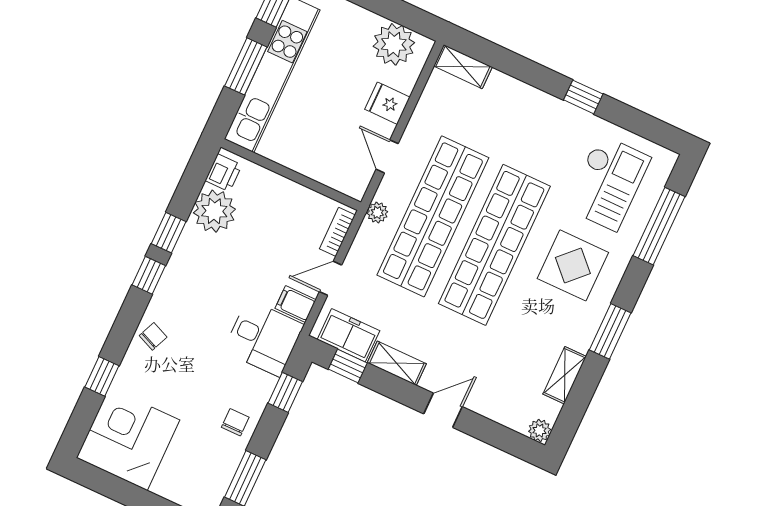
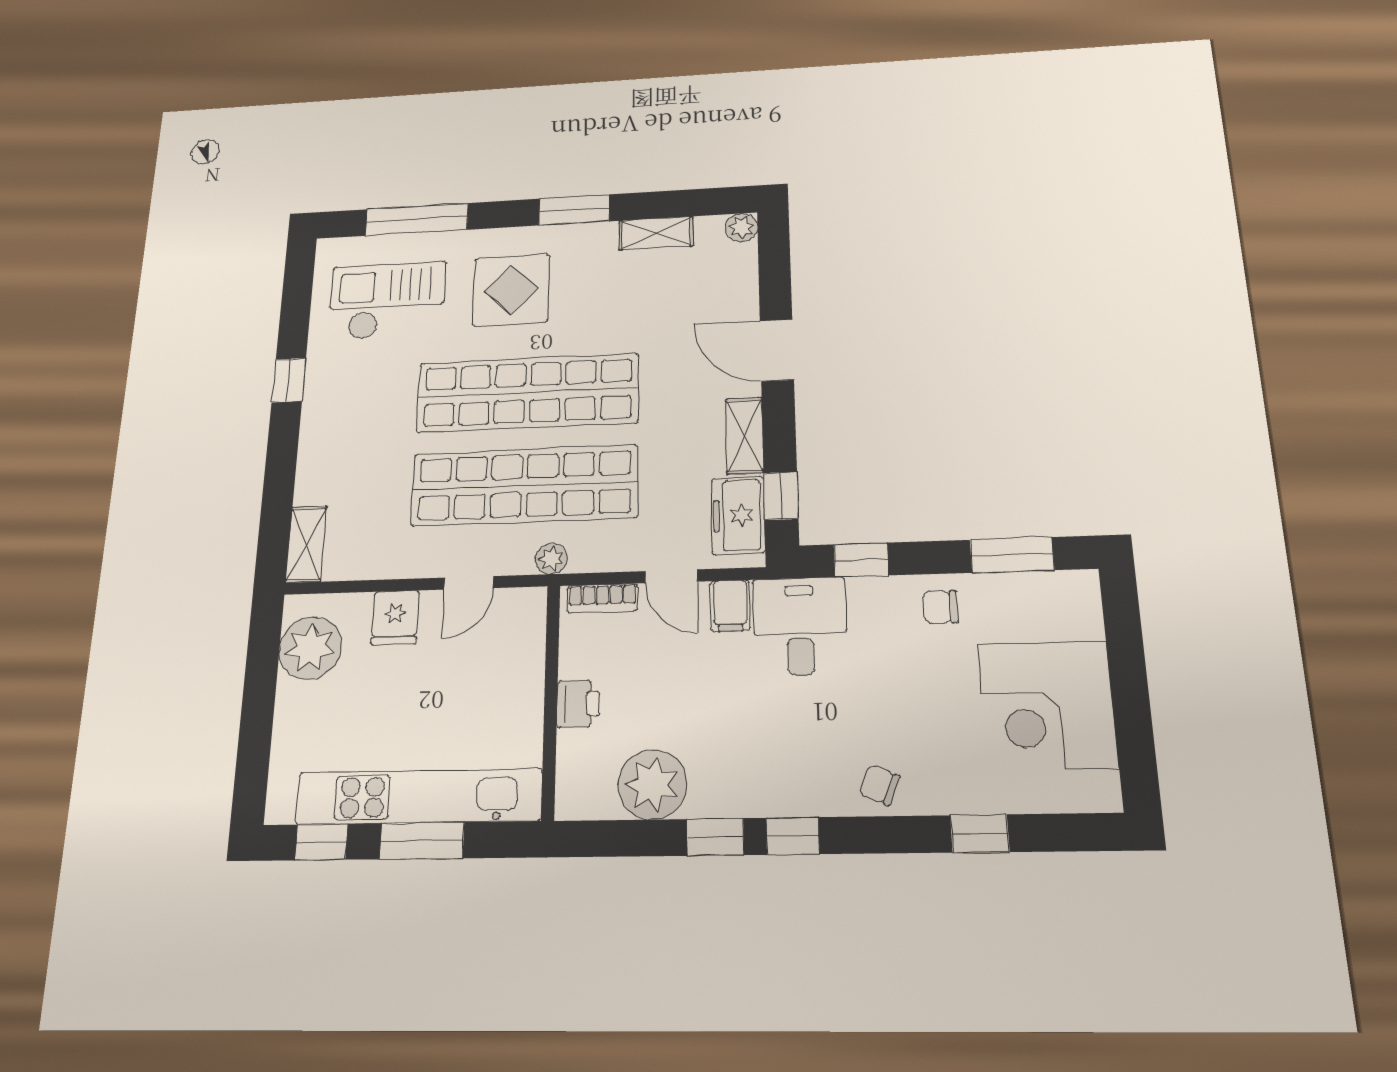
printer: (224, 173) -> (578, 704), moved, turned 90
door: (443, 410) -> (777, 350), width x1.38
corner desk: (128, 439) -> (1047, 705), moved

